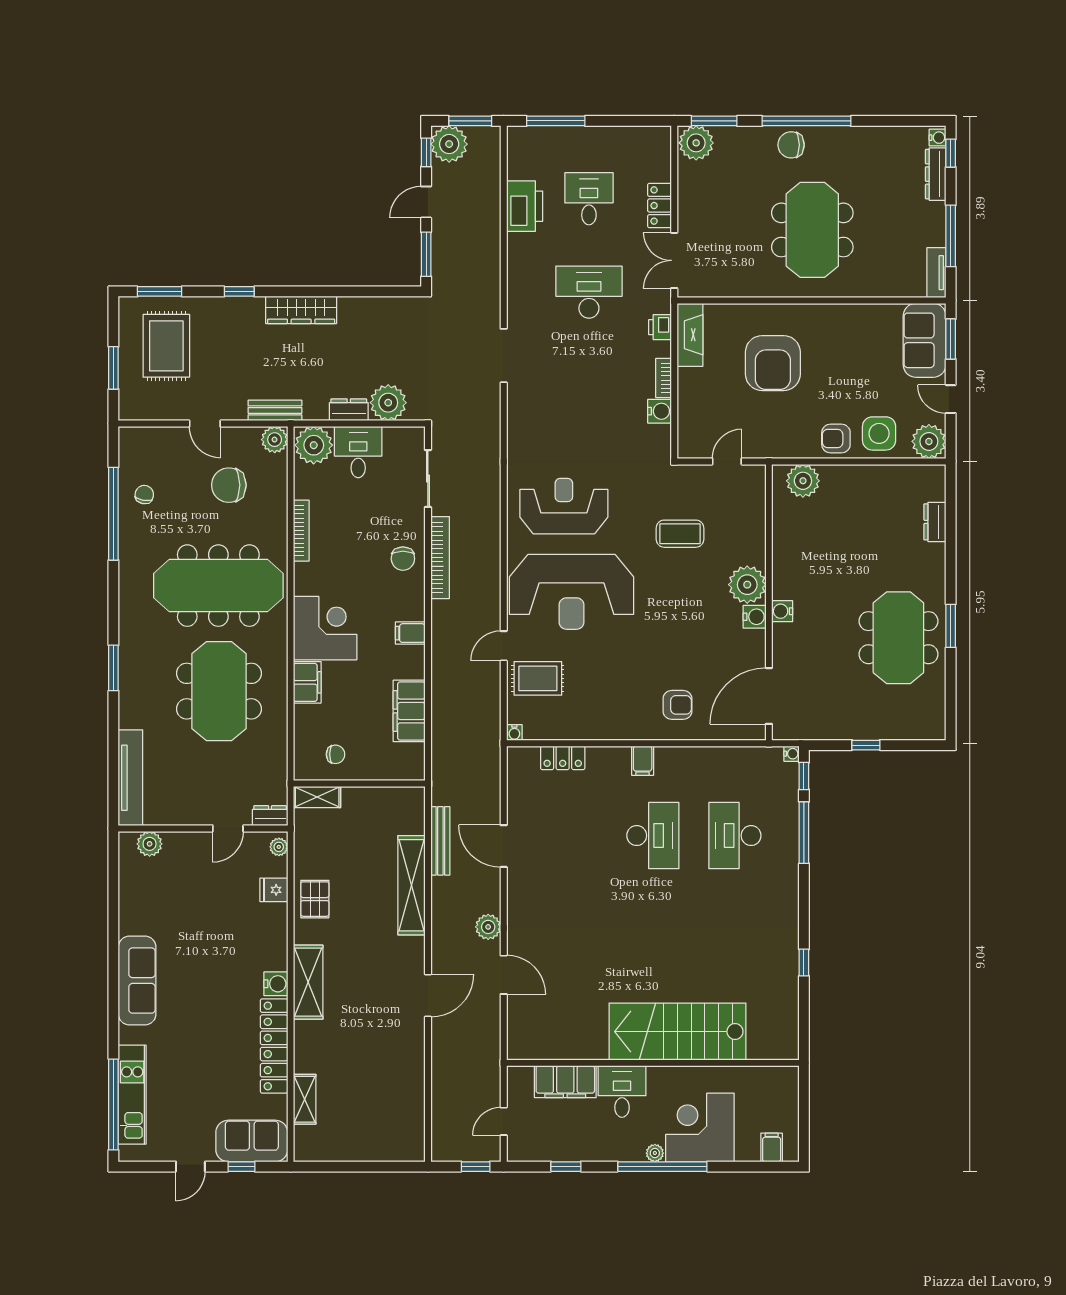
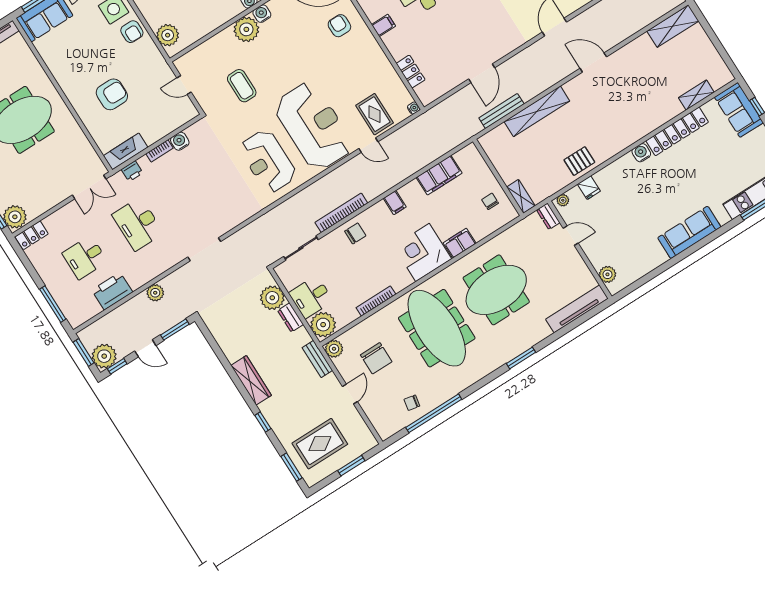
locker: (659, 206) -> (32, 235), moved
armchair: (773, 363) -> (112, 94), width x0.73, depth x0.73
plant: (488, 927) -> (155, 293), moved
shelving: (308, 982) -> (673, 26), moved

